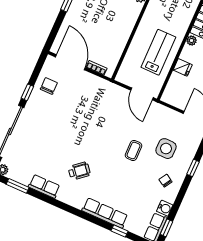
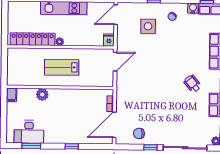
lab bench: (158, 52) -> (62, 67), moved
fridge: (183, 67) -> (109, 40), moved
coffee table: (134, 150) -> (160, 50), removed

